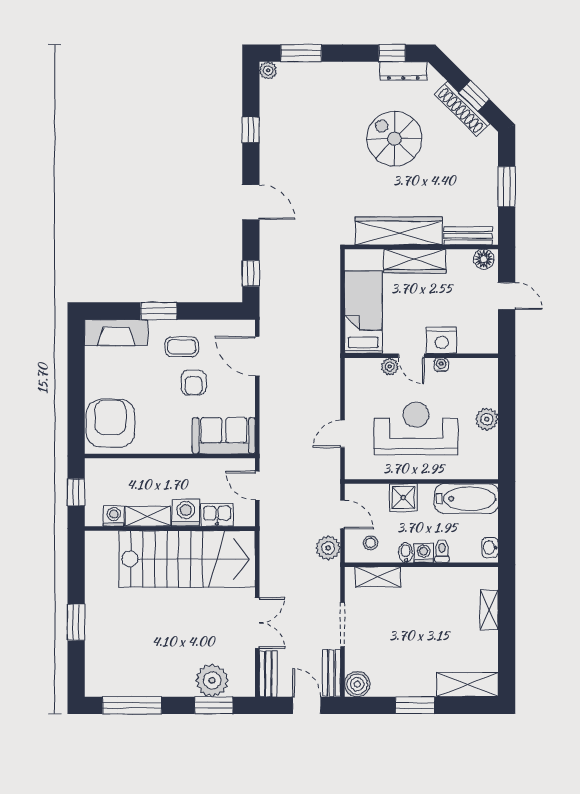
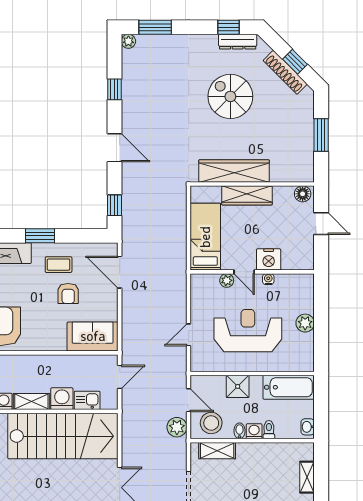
bench: (468, 236) -> (290, 175), removed
door: (257, 486) -> (120, 377), swing flipped
stool: (371, 543) -> (211, 423), width x1.89, depth x1.89

